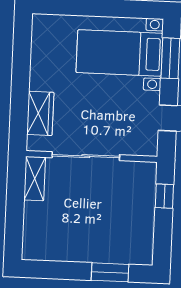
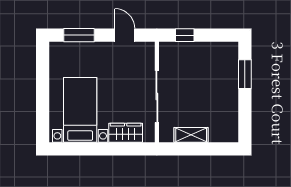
bed with nightstands: (119, 53) -> (80, 110), moved, turned 180
shelving: (35, 179) -> (191, 135), moved

